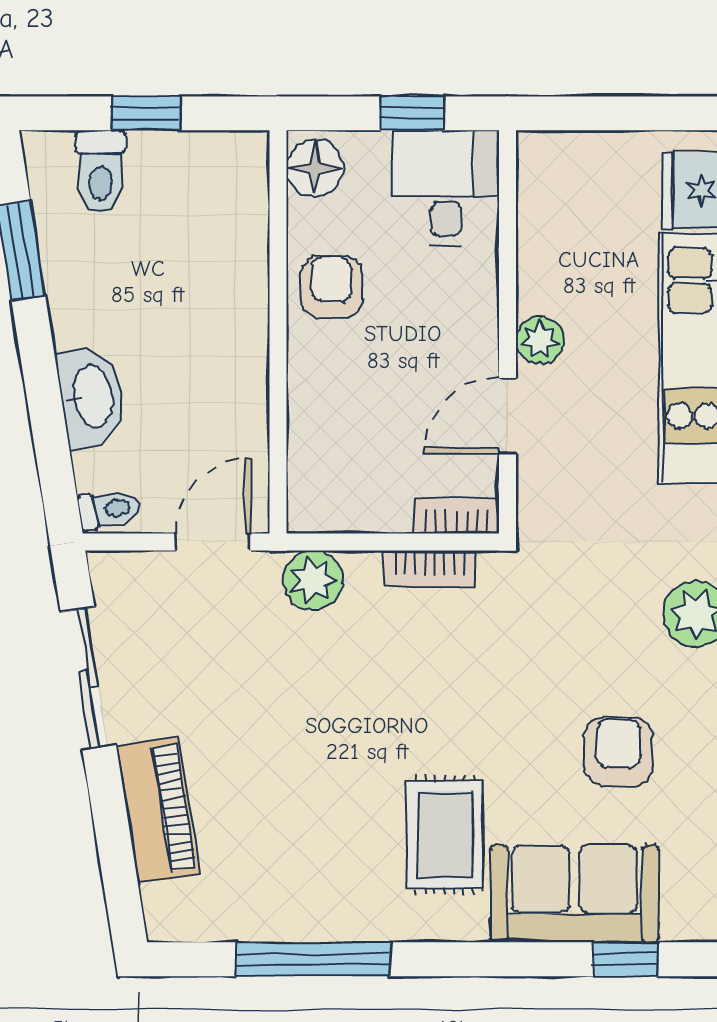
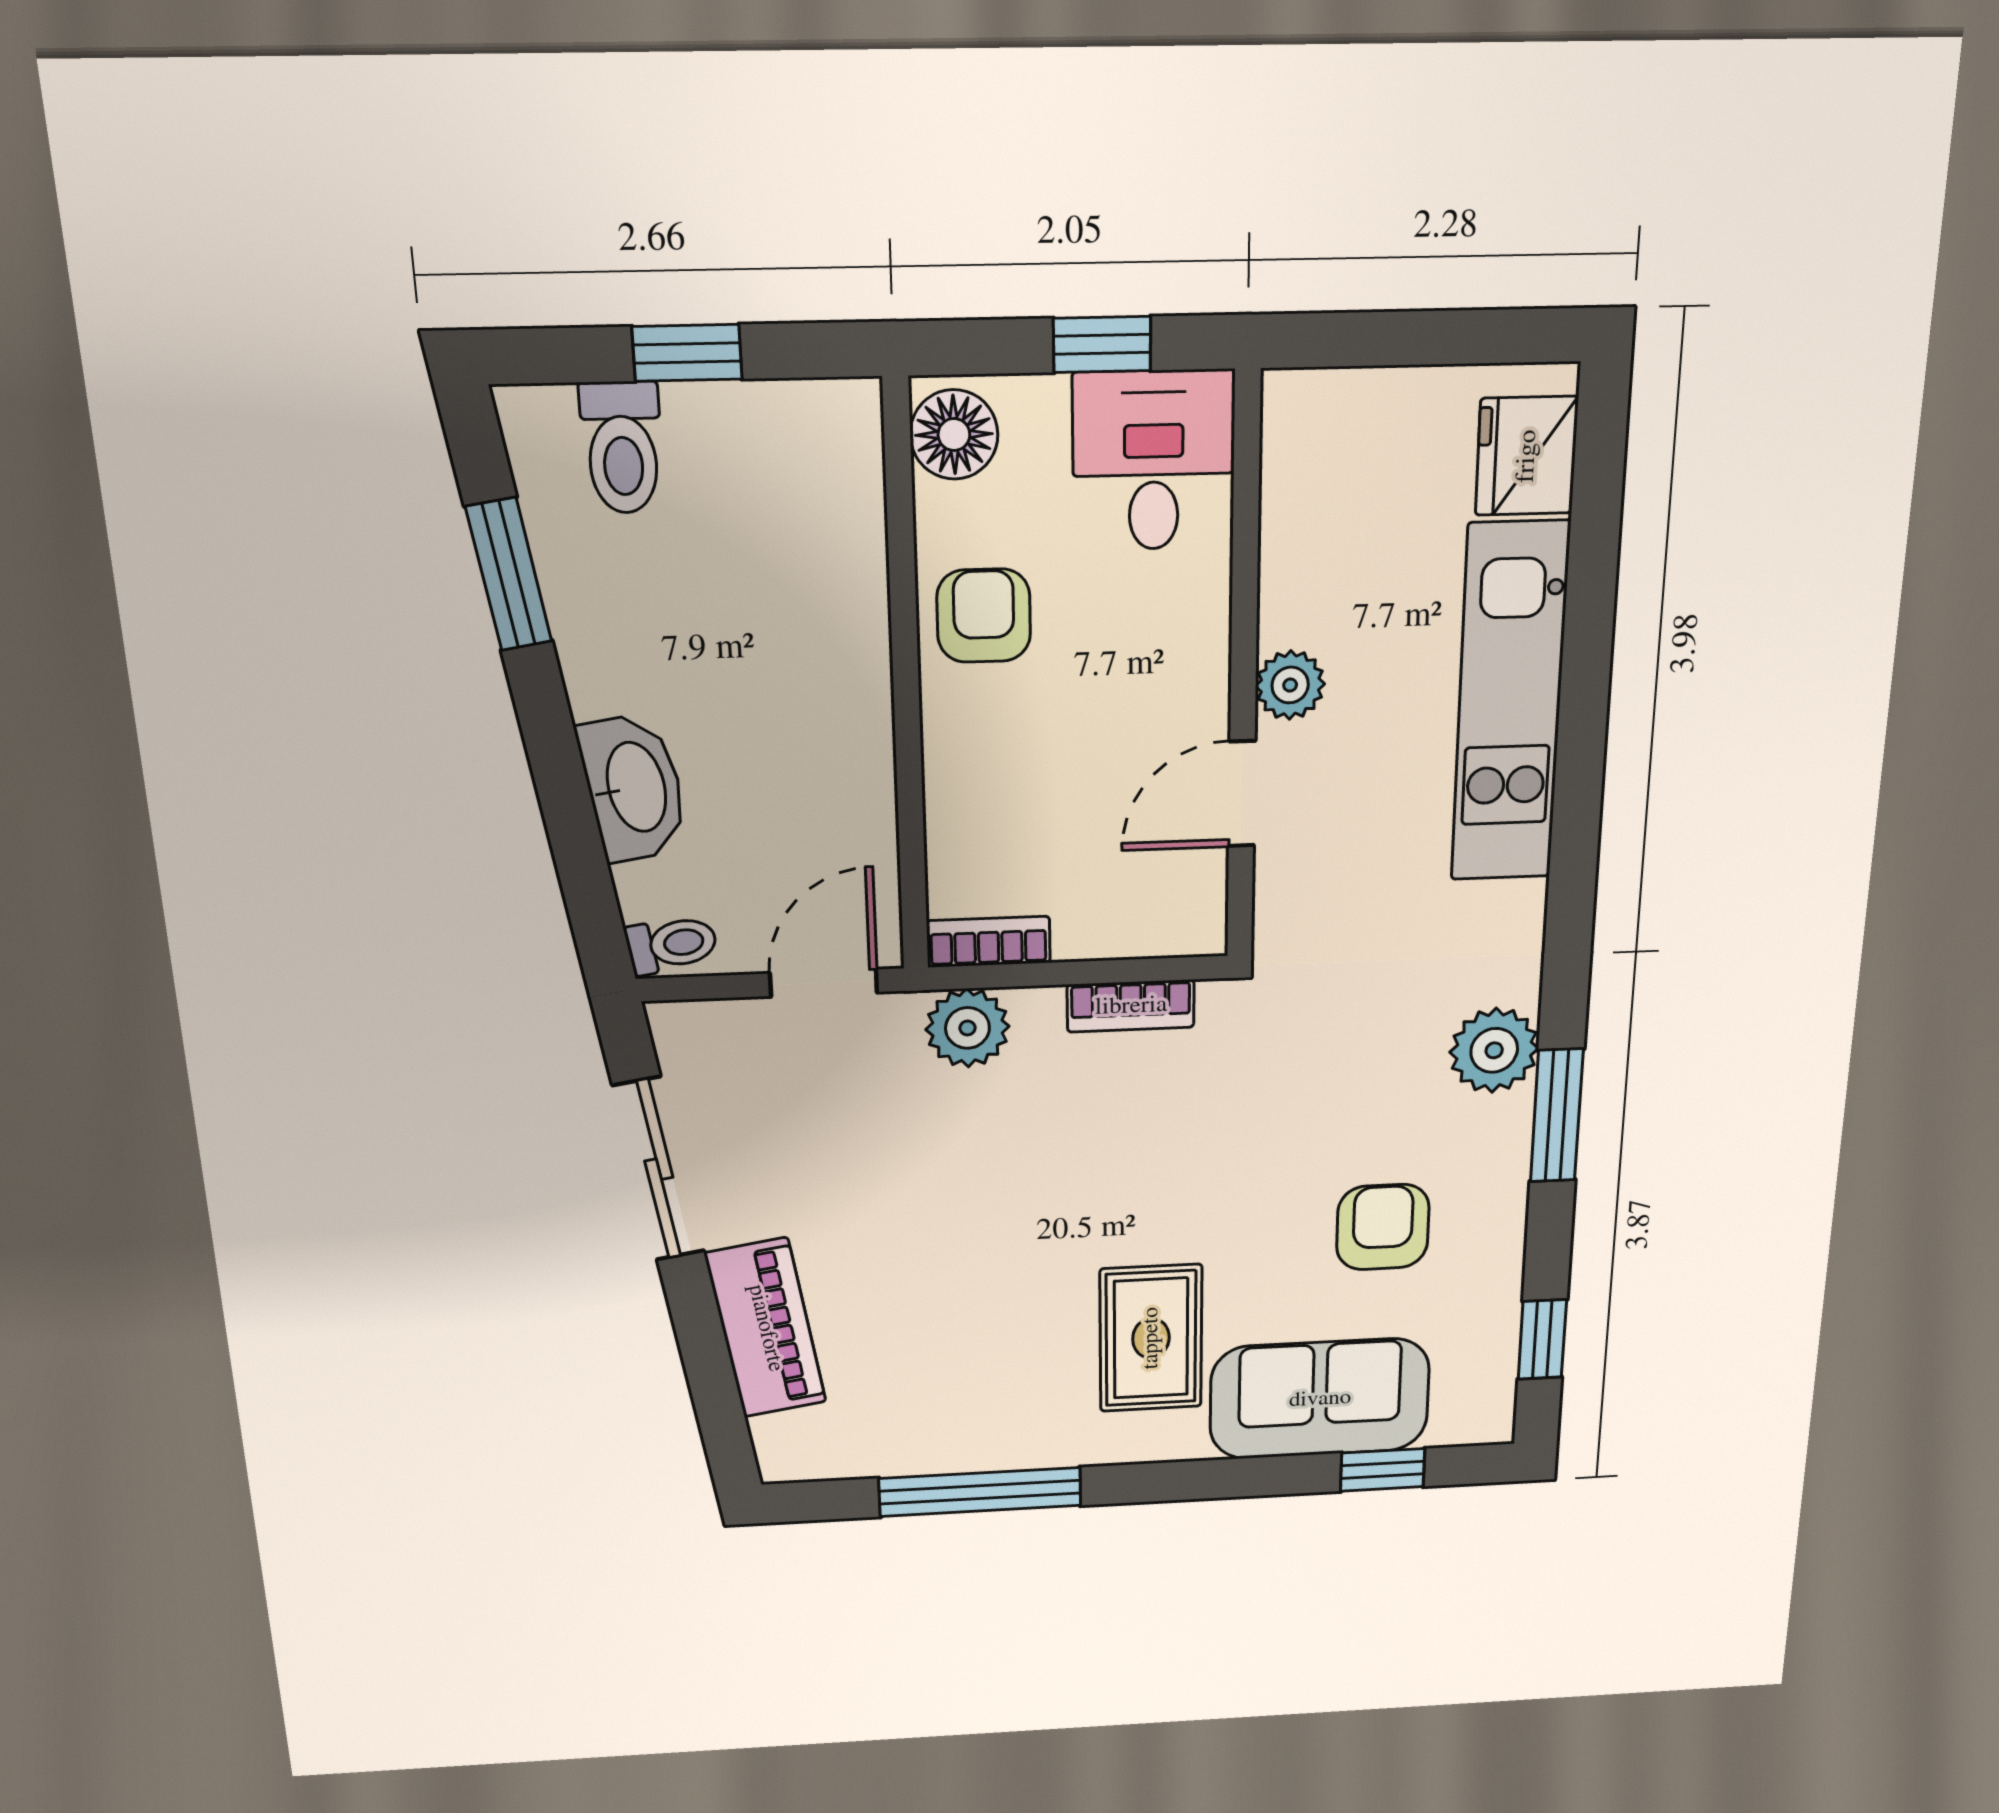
bookcase: (456, 516) -> (988, 942), moved

